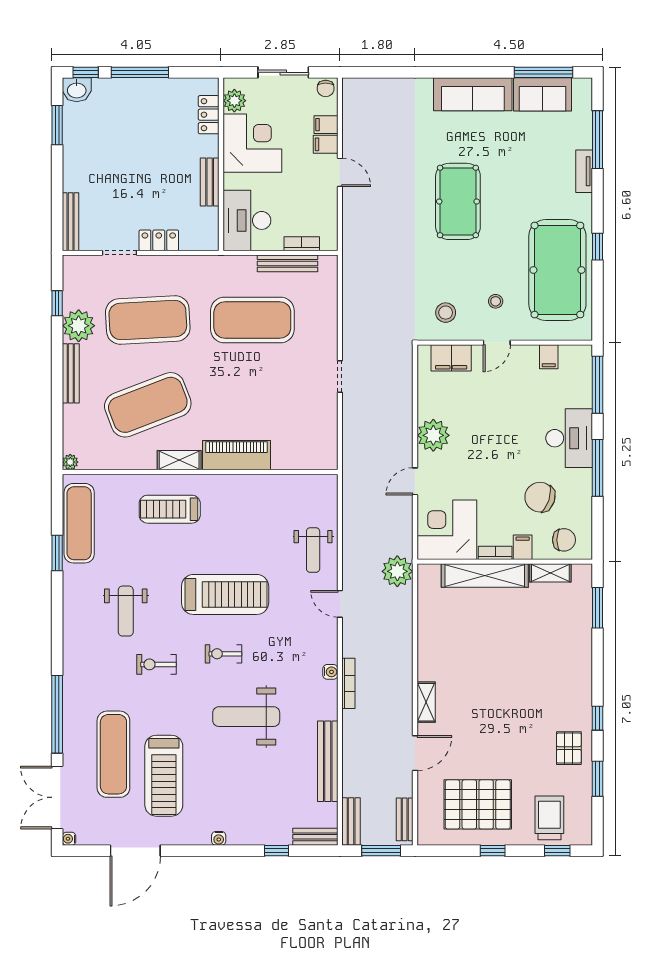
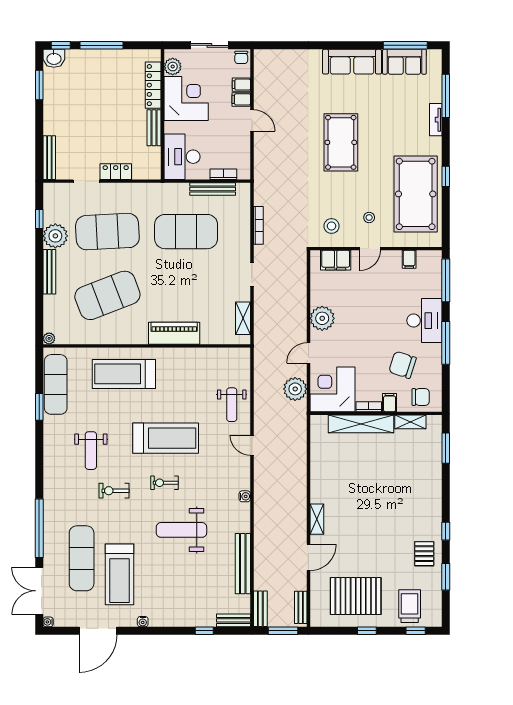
locker: (209, 115) -> (153, 85), width x1.53
shelving: (179, 460) -> (243, 318), moved, turned 90
treadmill: (170, 509) -> (124, 374), width x1.37, depth x1.37
plant: (397, 571) -> (295, 389), moved
bookcase: (348, 683) -> (258, 225), moved
water cooler: (219, 838) -> (143, 622), moved

